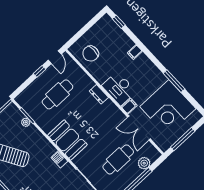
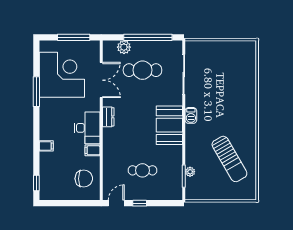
cafe table: (57, 94) -> (142, 170), width x0.73, depth x0.74
dresser: (99, 94) -> (108, 117), moved
filing cabinet: (129, 106) -> (92, 150), moved

